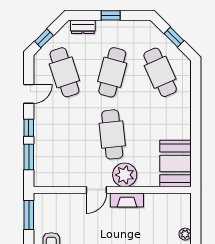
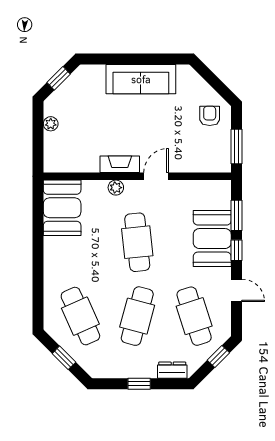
door: (29, 94) -> (236, 290), swing flipped
booth: (49, 138) -> (212, 239), added
plant: (125, 175) -> (116, 188), width x0.53, depth x0.53

